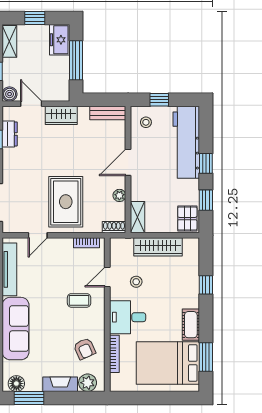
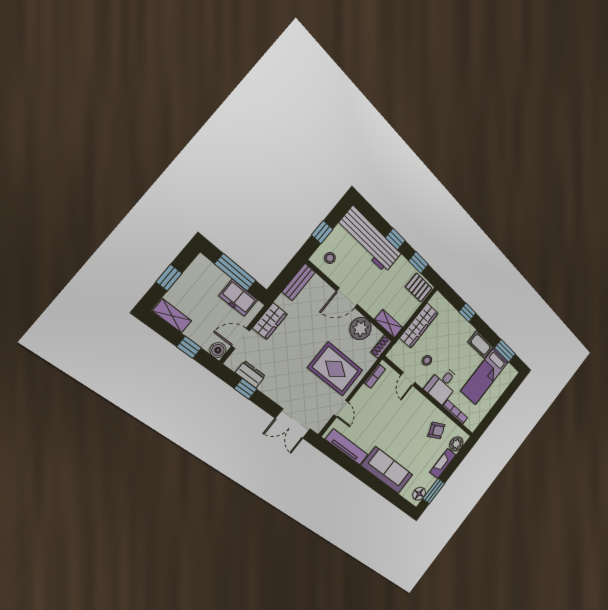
freezer: (60, 40) -> (238, 298), moved
door: (128, 162) -> (347, 298), hinge flipped
plant: (119, 195) -> (361, 329), width x1.88, depth x1.88
coffee table: (79, 300) -> (406, 411), removed
bed: (168, 363) -> (485, 376), width x0.67

